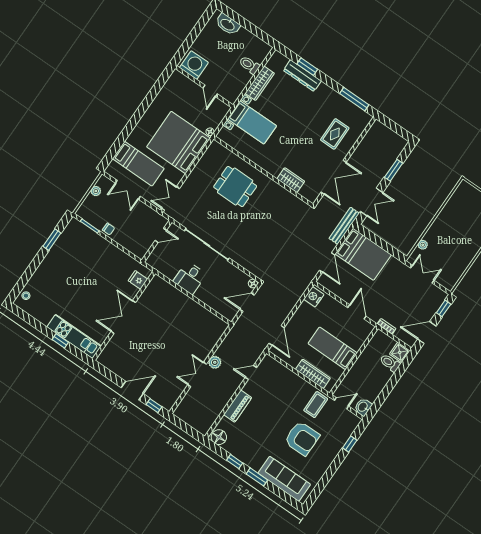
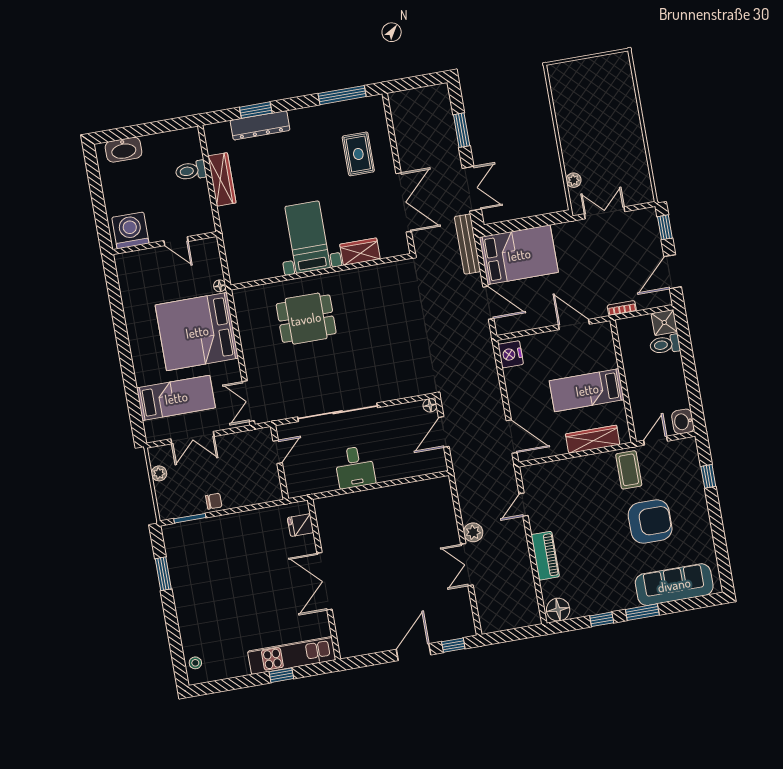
bed with nightstands: (252, 122) -> (308, 237), moved, turned -90

